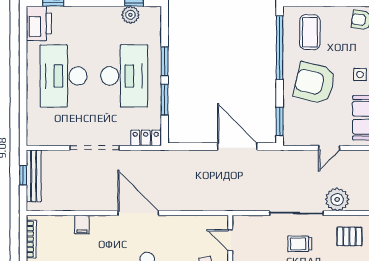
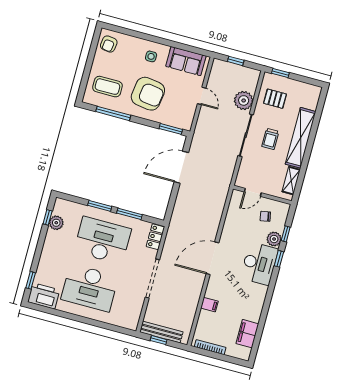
window: (280, 48) -> (113, 113), width x0.68
armchair: (314, 83) -> (148, 94), turned -95
pallet: (349, 236) -> (275, 99), turned 90

